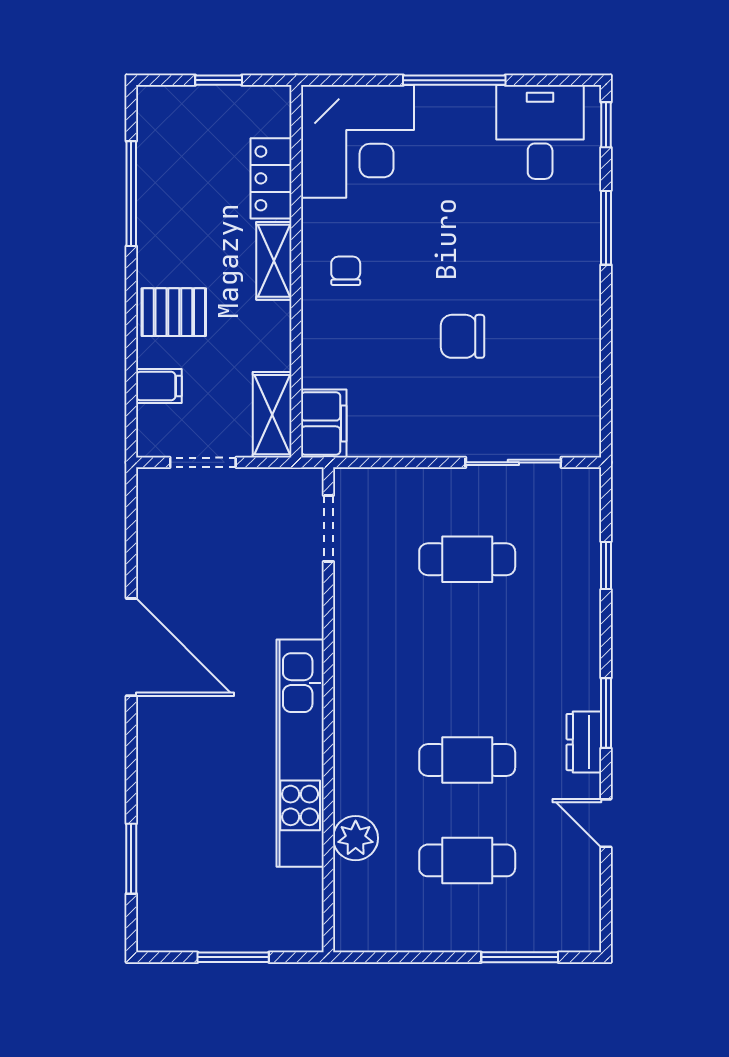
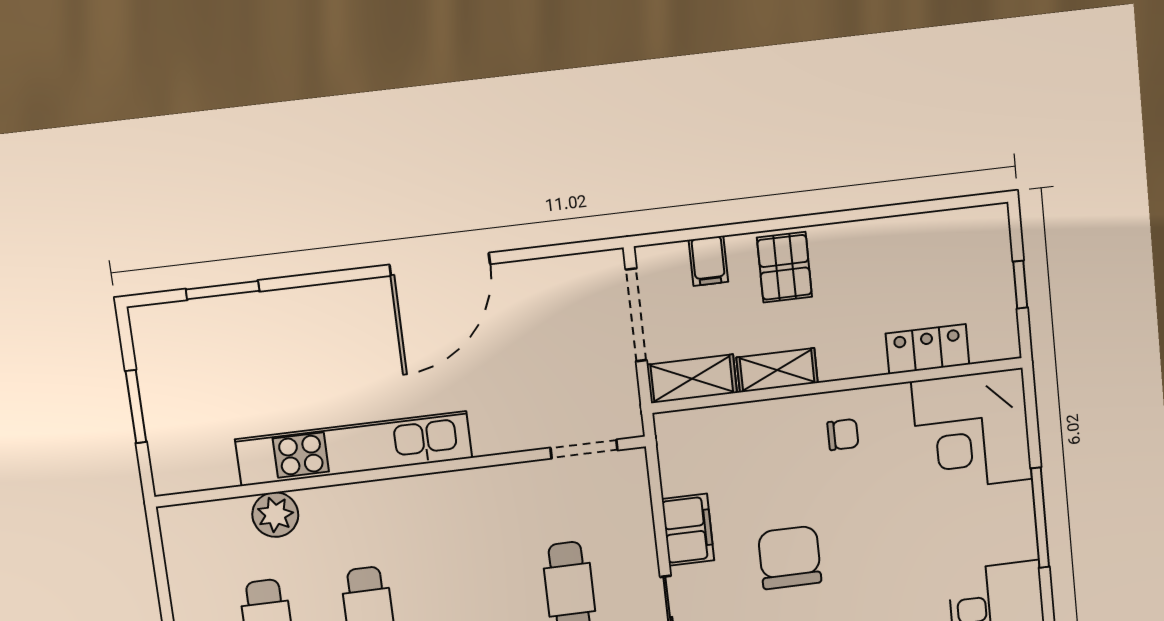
window: (131, 194) -> (899, 210), removed
shelving: (274, 261) -> (777, 370), moved
chair: (463, 336) -> (790, 557), width x1.37, depth x1.37
filing cabinet: (324, 423) -> (688, 530), moved, turned -90
doorway: (203, 462) -> (636, 315), width x1.38

